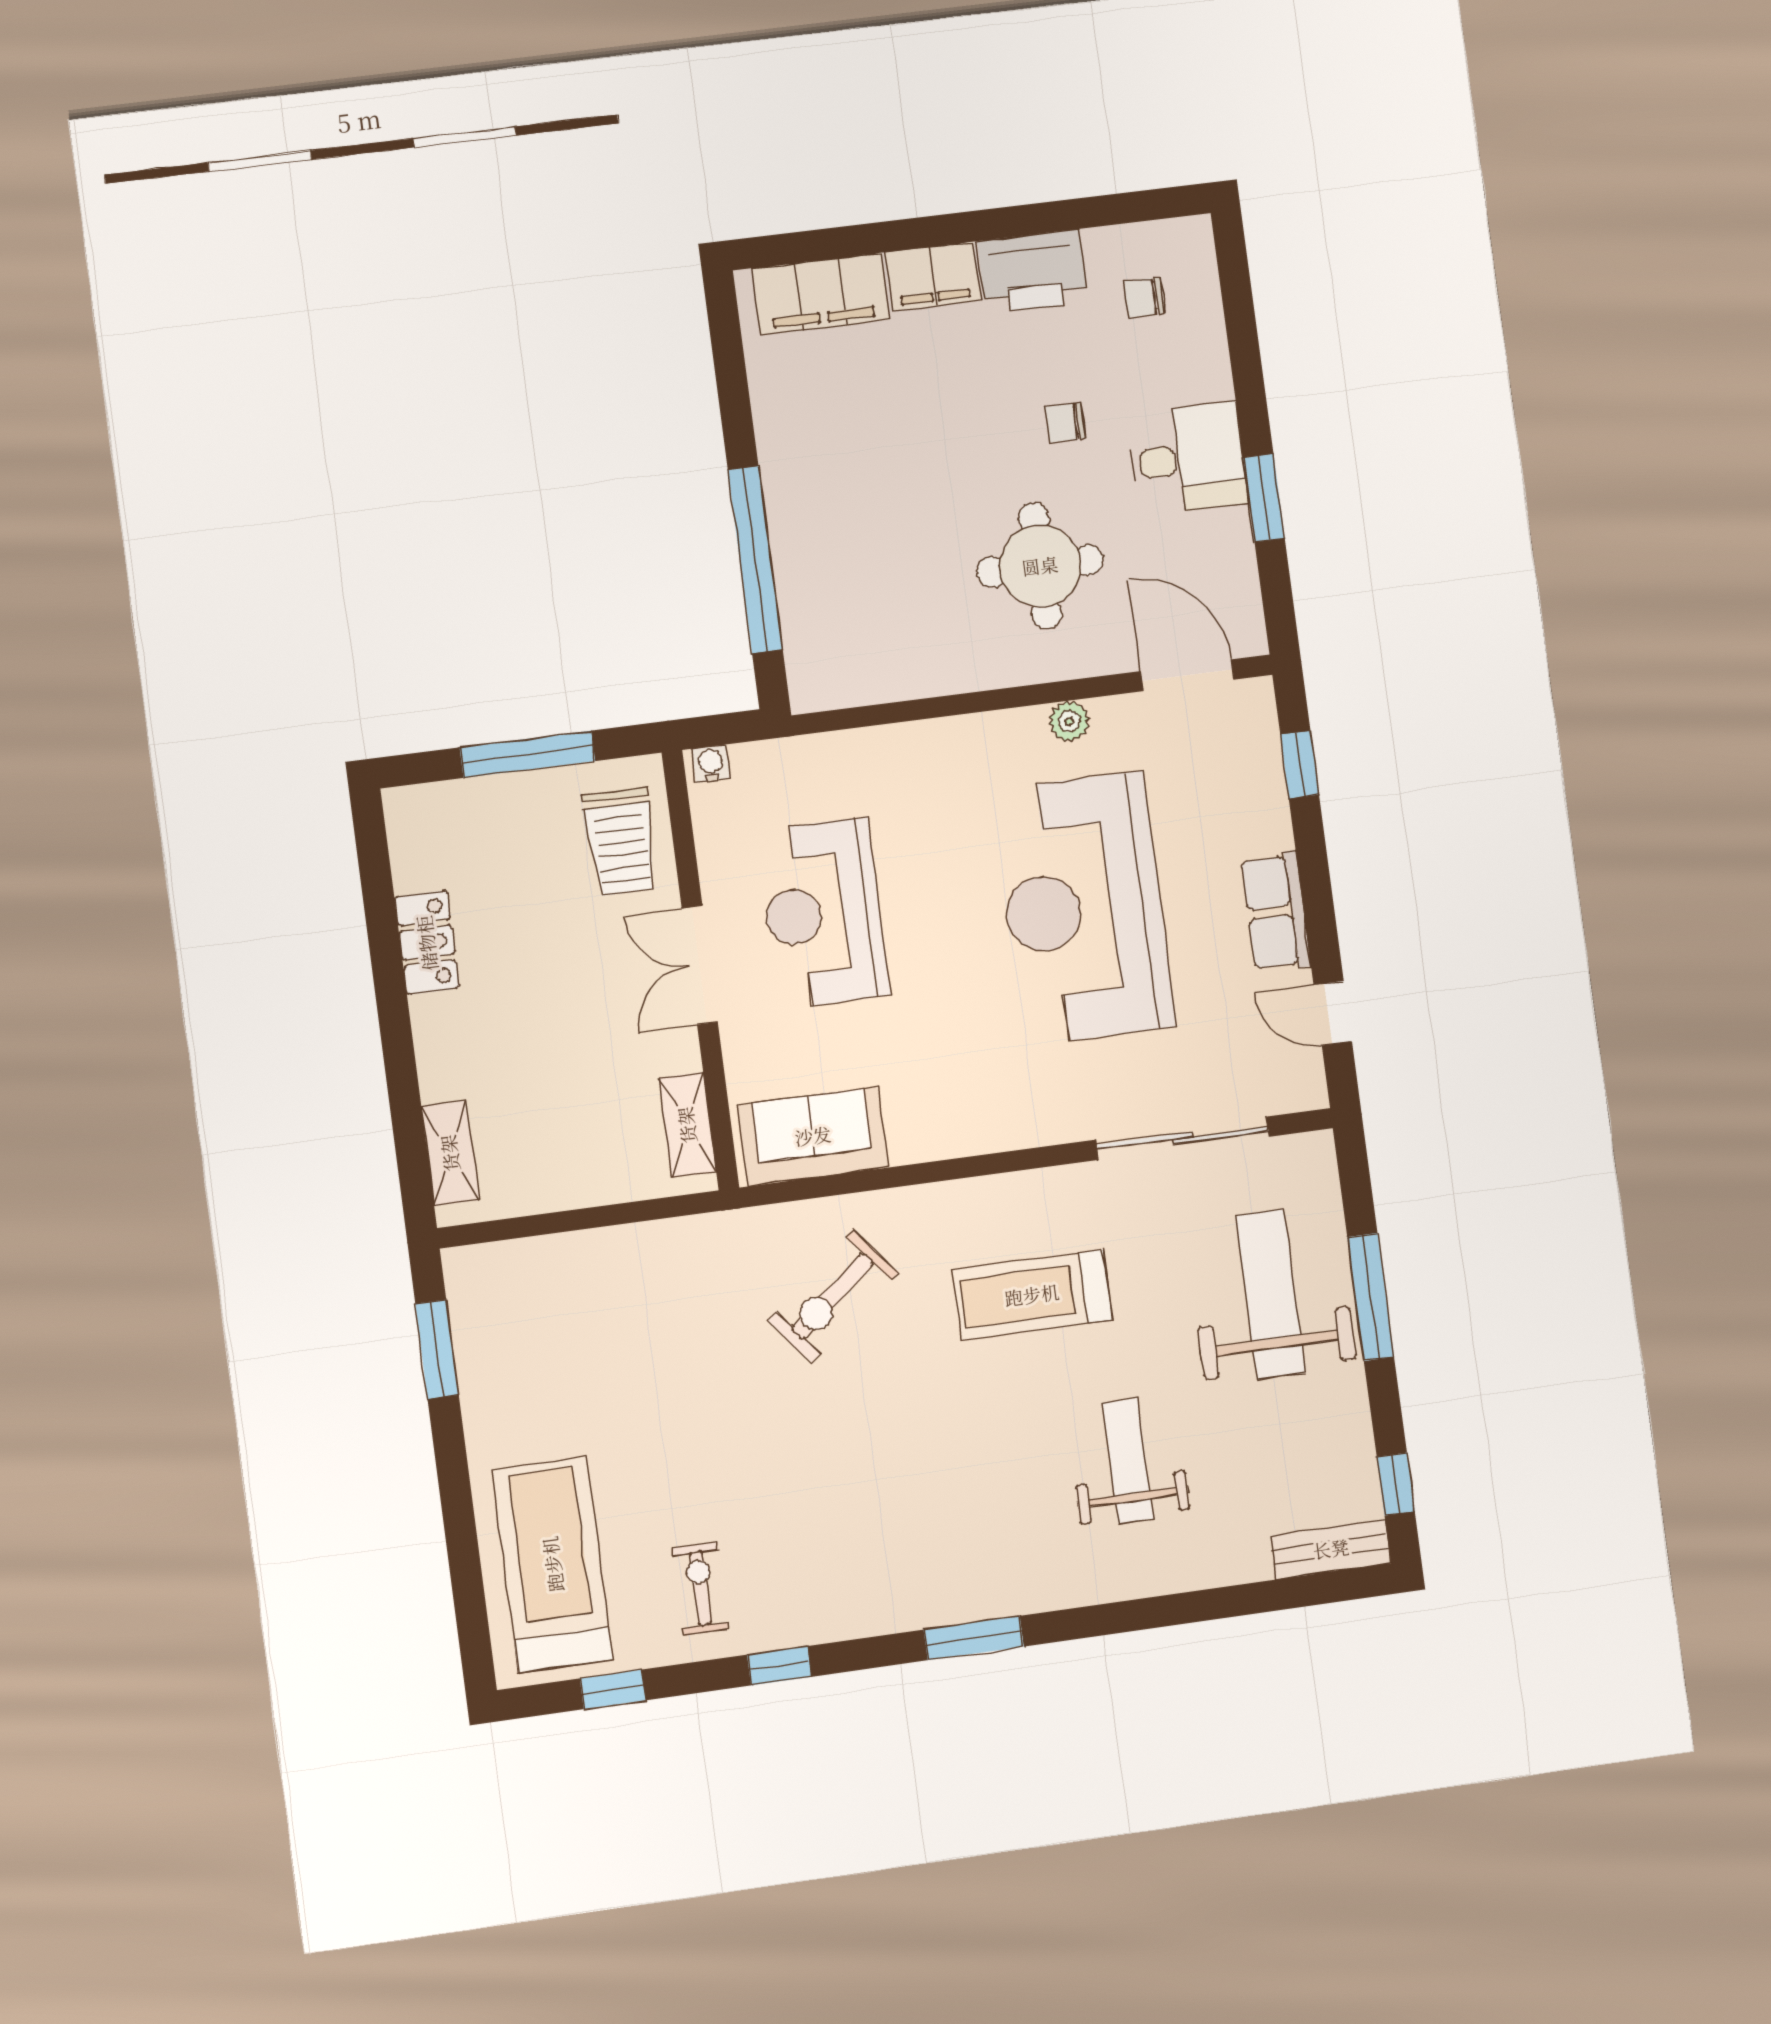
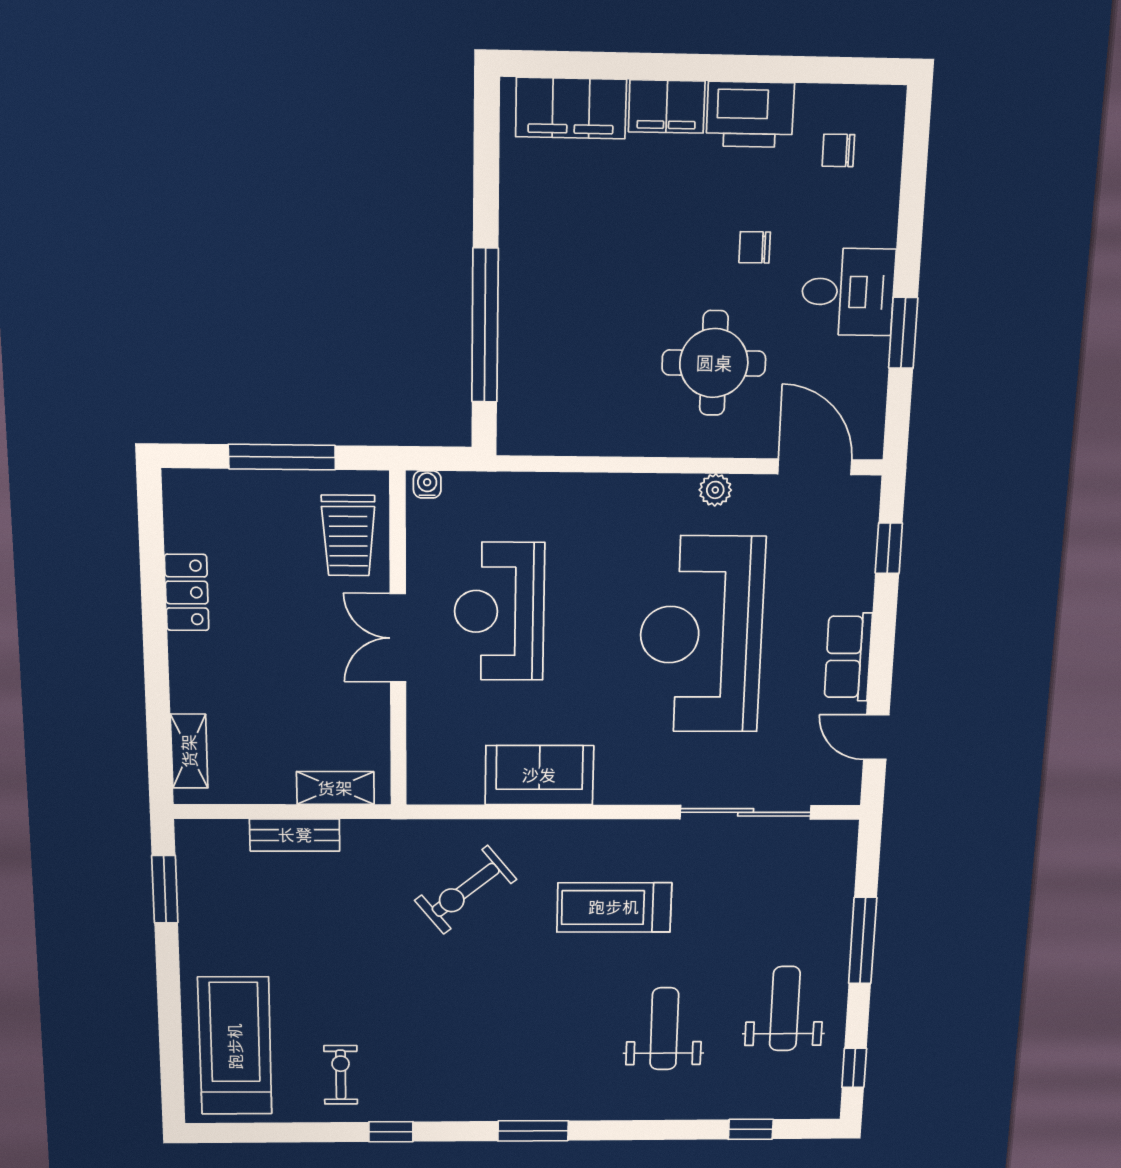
shelving: (687, 1125) -> (335, 788), moved, turned 90
sofa: (813, 1136) -> (539, 775), moved
weight bench: (1270, 1294) -> (785, 1009), moved, width x0.73, depth x0.75
bench: (1331, 1549) -> (295, 835), moved
window: (613, 1689) -> (751, 1129), moved

